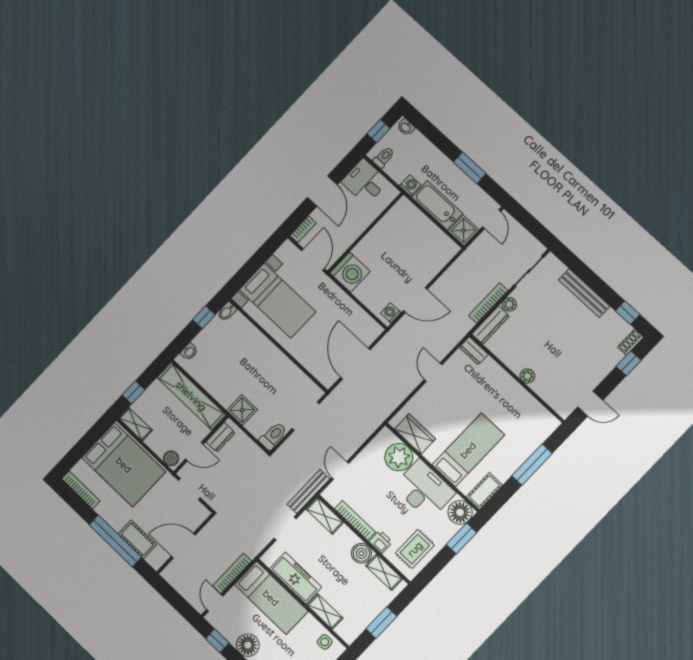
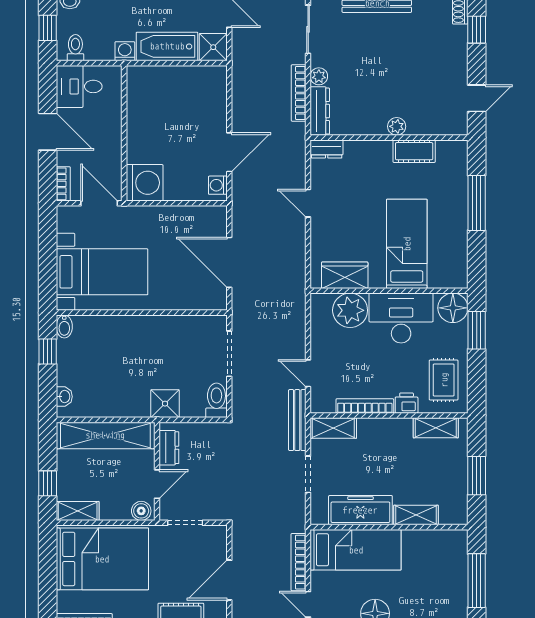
cot: (484, 491) -> (414, 151), moved, turned 90
boiler: (361, 553) -> (399, 430), removed
side table: (325, 642) -> (442, 543), removed

